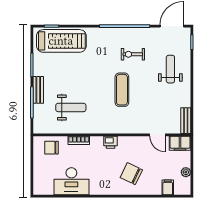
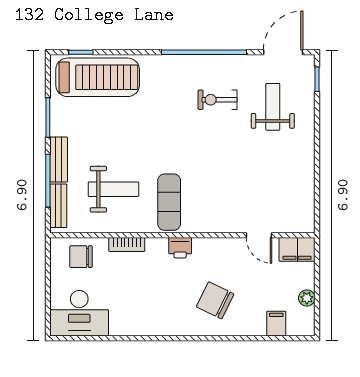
weight bench: (170, 69) -> (273, 107), moved
exercise mat: (122, 90) -> (169, 202), moved
bench: (186, 121) -> (58, 206), moved
desk: (71, 181) -> (79, 313), moved

